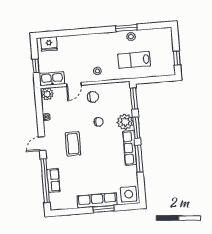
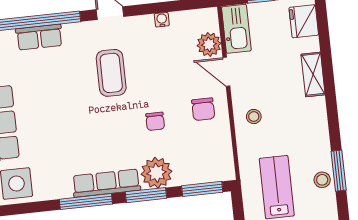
shelving: (77, 40) -> (313, 74), added
plant: (47, 94) -> (209, 44), moved
coffee table: (73, 144) -> (111, 73), turned 90

